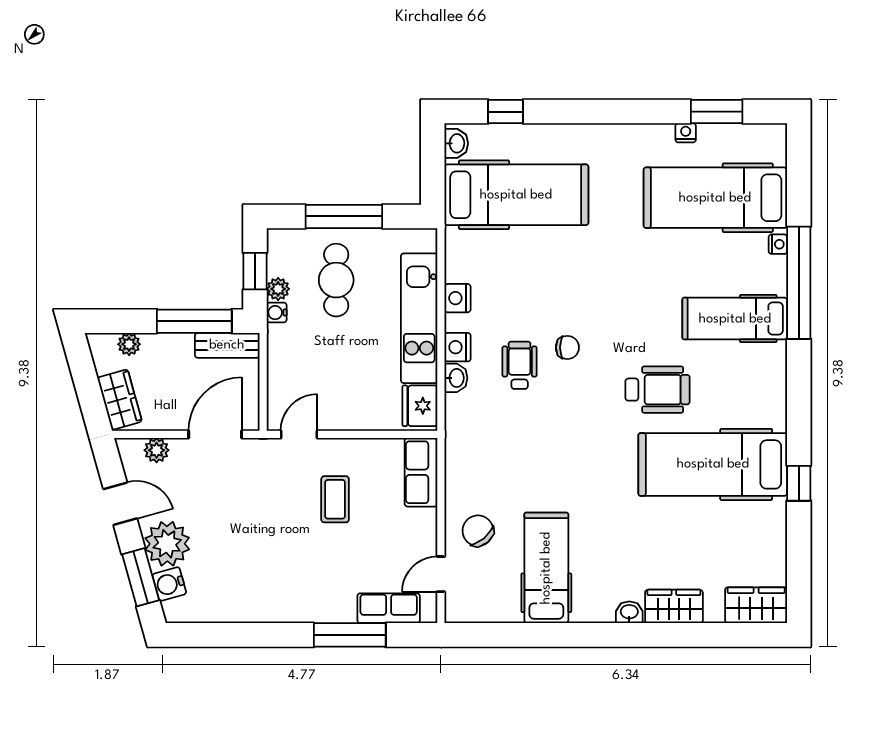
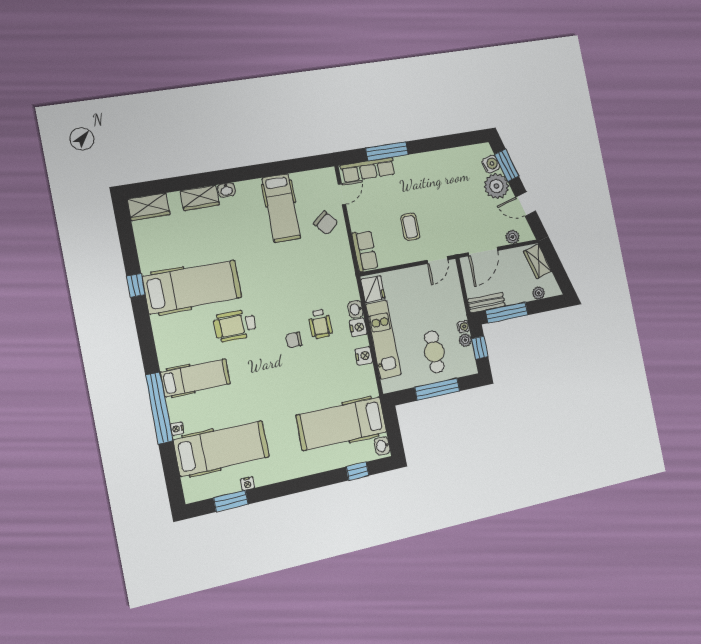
row of seats: (389, 608) -> (368, 170), width x1.48

